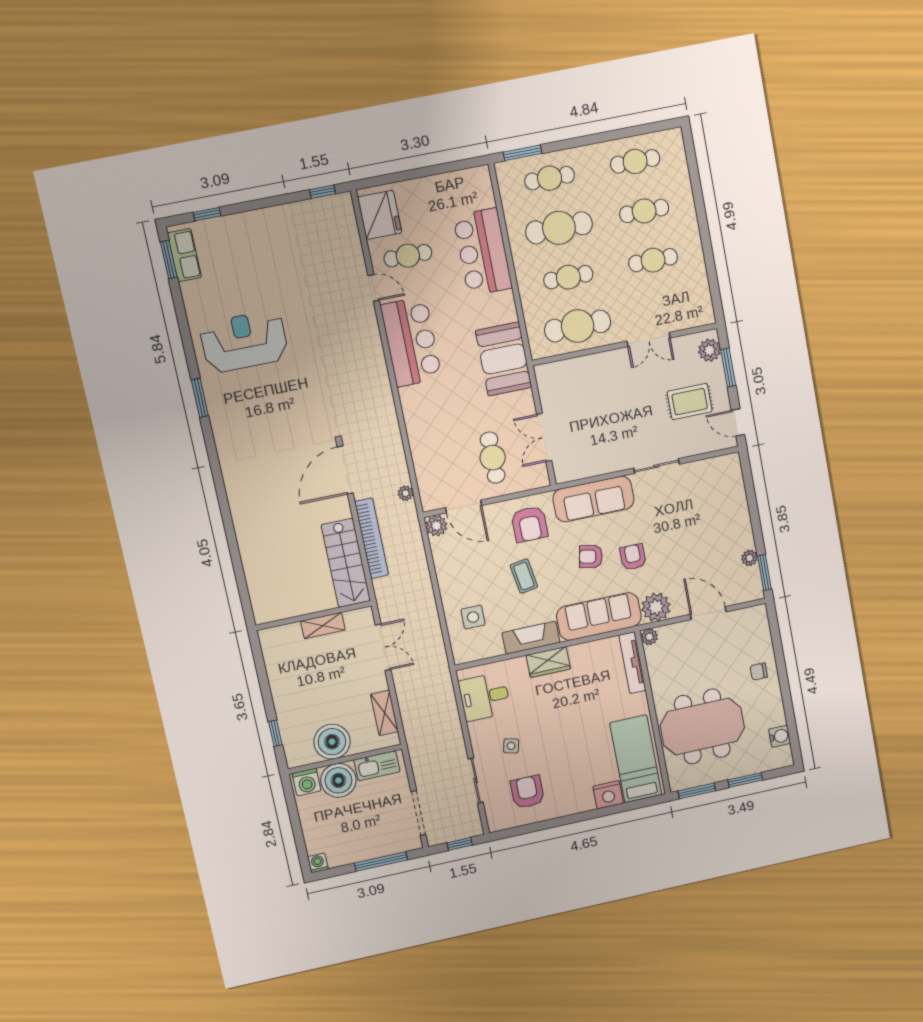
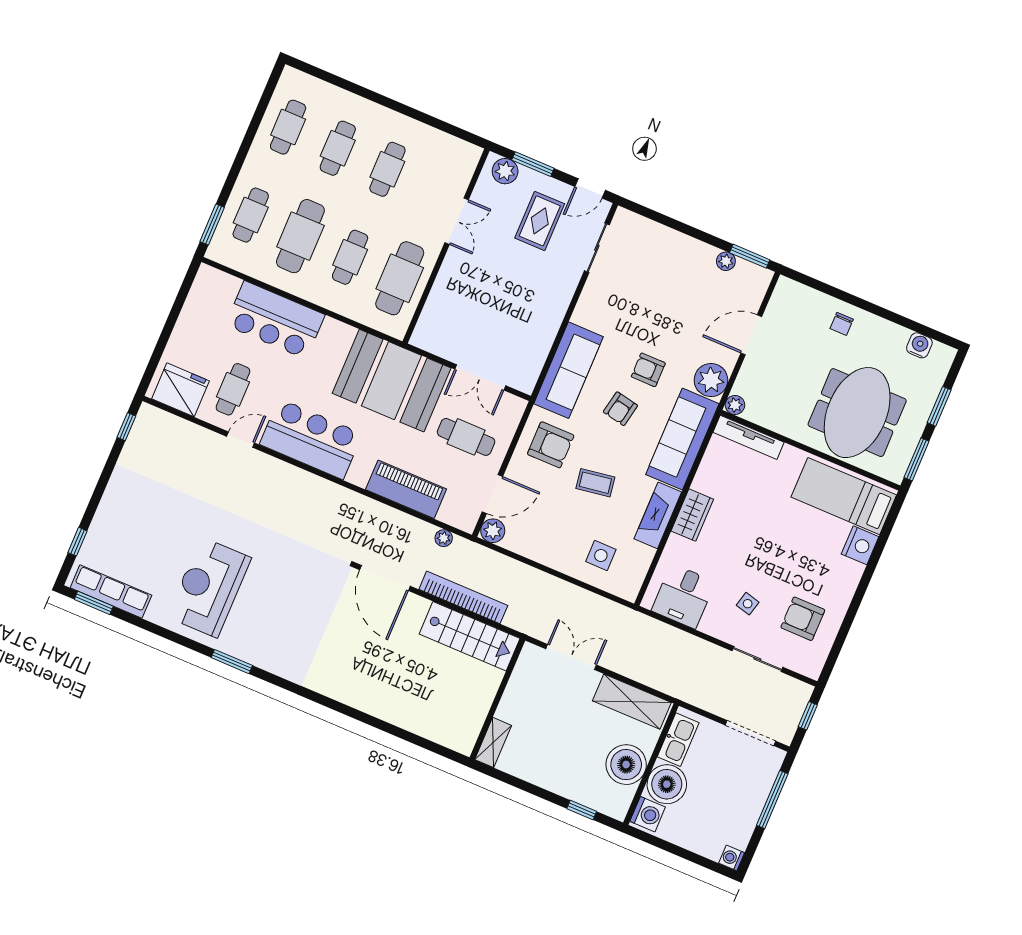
row of seats: (184, 255) -> (111, 592), width x1.48
booth: (504, 359) -> (392, 381), width x1.36, depth x1.42
piano: (423, 440) -> (406, 489), added
sliding door: (657, 466) -> (597, 248), moved
shelving: (323, 625) -> (493, 742), moved
shelving: (384, 713) -> (632, 702), width x1.50, depth x1.33

